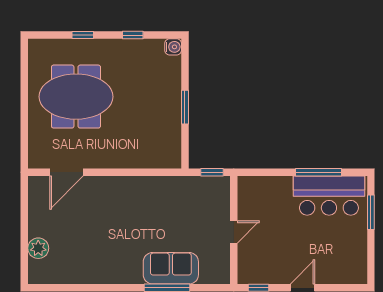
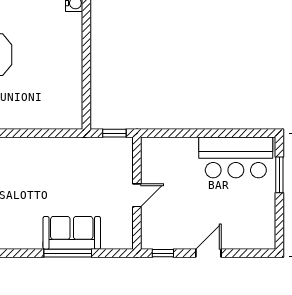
window: (185, 107) -> (86, 66), removed
window: (319, 172) -> (225, 133), removed

